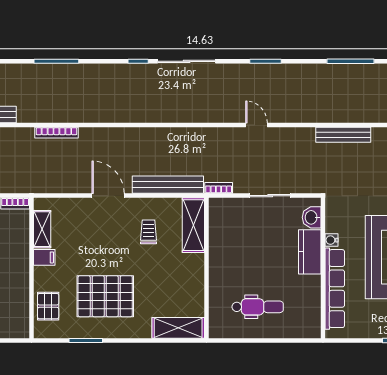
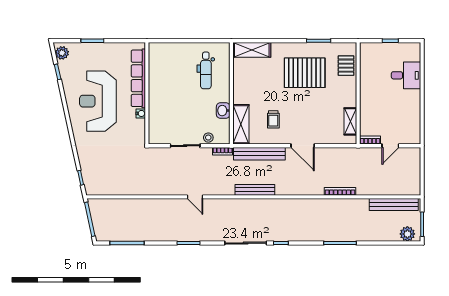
bench: (343, 135) -> (255, 190), moved
stool: (238, 207) -> (208, 138), added
washbasin: (312, 217) -> (223, 111), moved, turned 180
kitchen counter: (310, 252) -> (156, 105), removed
filing cabinet: (44, 257) -> (349, 101), removed
dental chair: (258, 307) -> (206, 70), moved, turned -90

